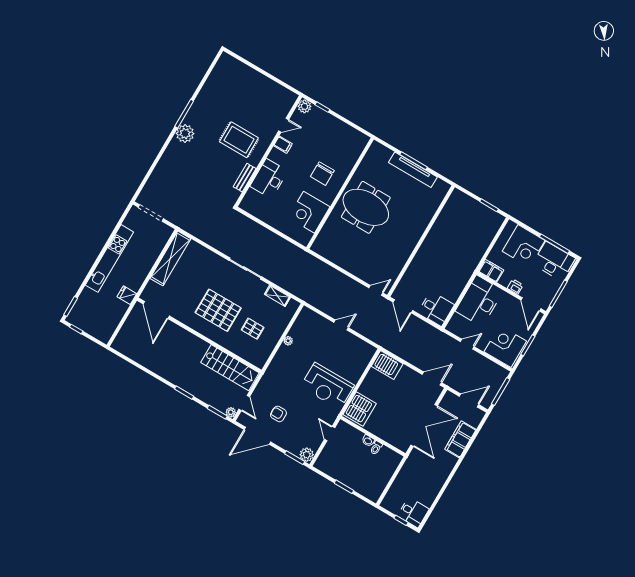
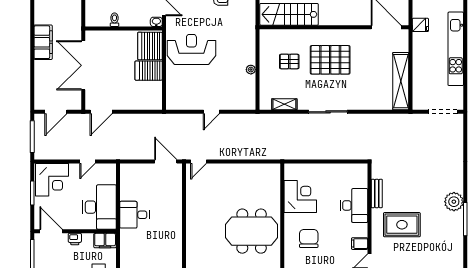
desk: (436, 309) -> (134, 215), moved
server rack: (387, 365) -> (149, 71), moved
filing cabinet: (460, 439) -> (43, 42), moved
washbasin: (368, 441) -> (156, 22), moved

